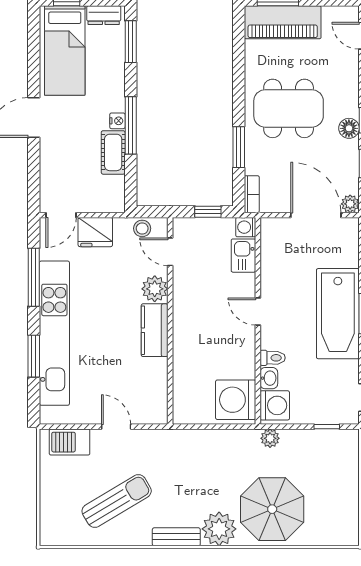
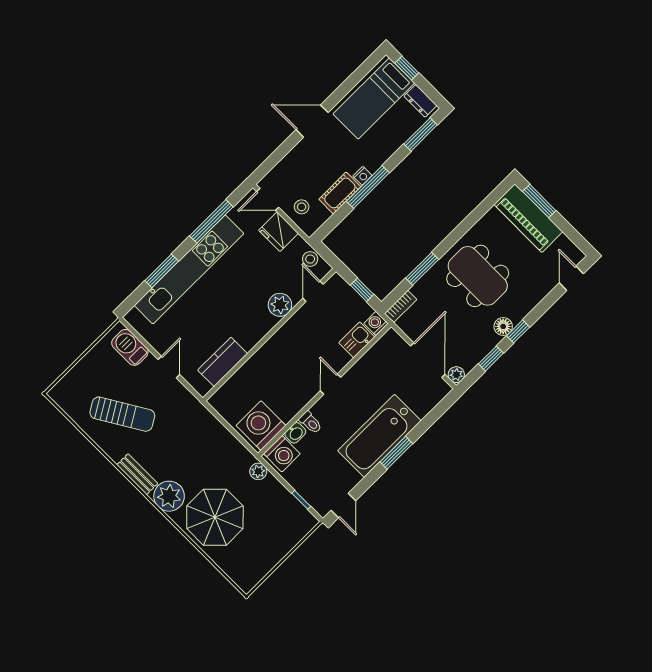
stool: (94, 194) -> (302, 207), added
kitchen counter: (155, 330) -> (223, 362), moved

